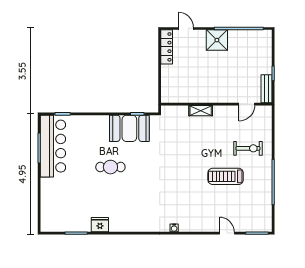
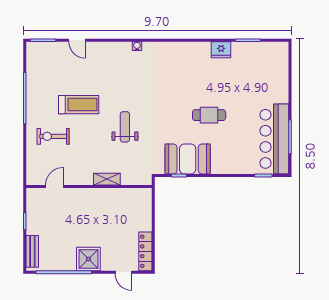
bench: (266, 89) -> (32, 251), moved
weight bench: (185, 157) -> (125, 127), added

